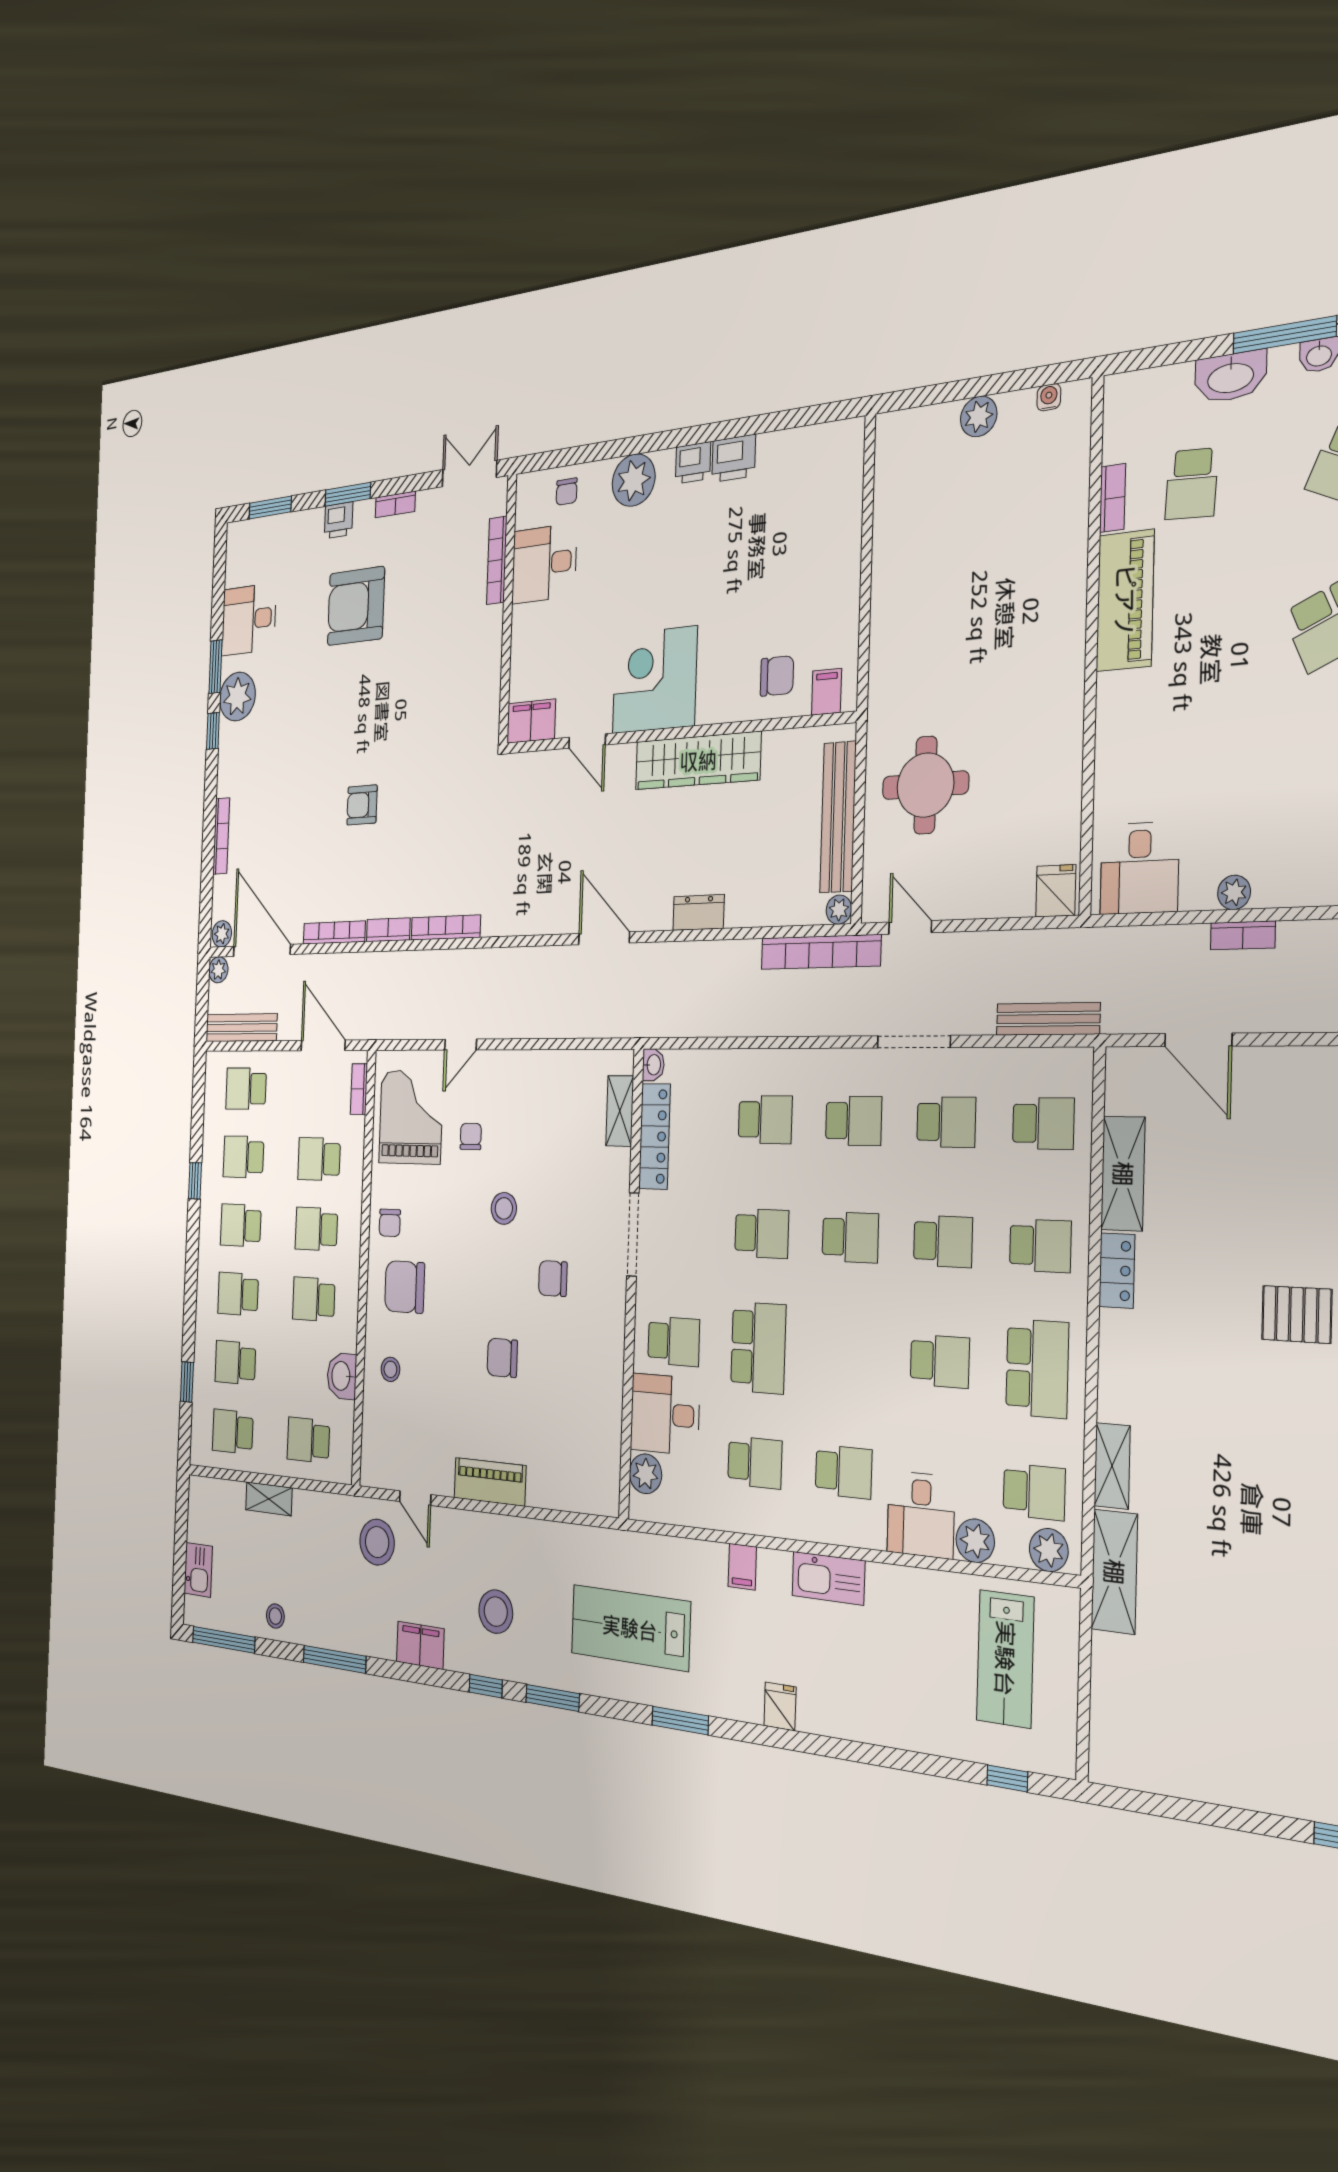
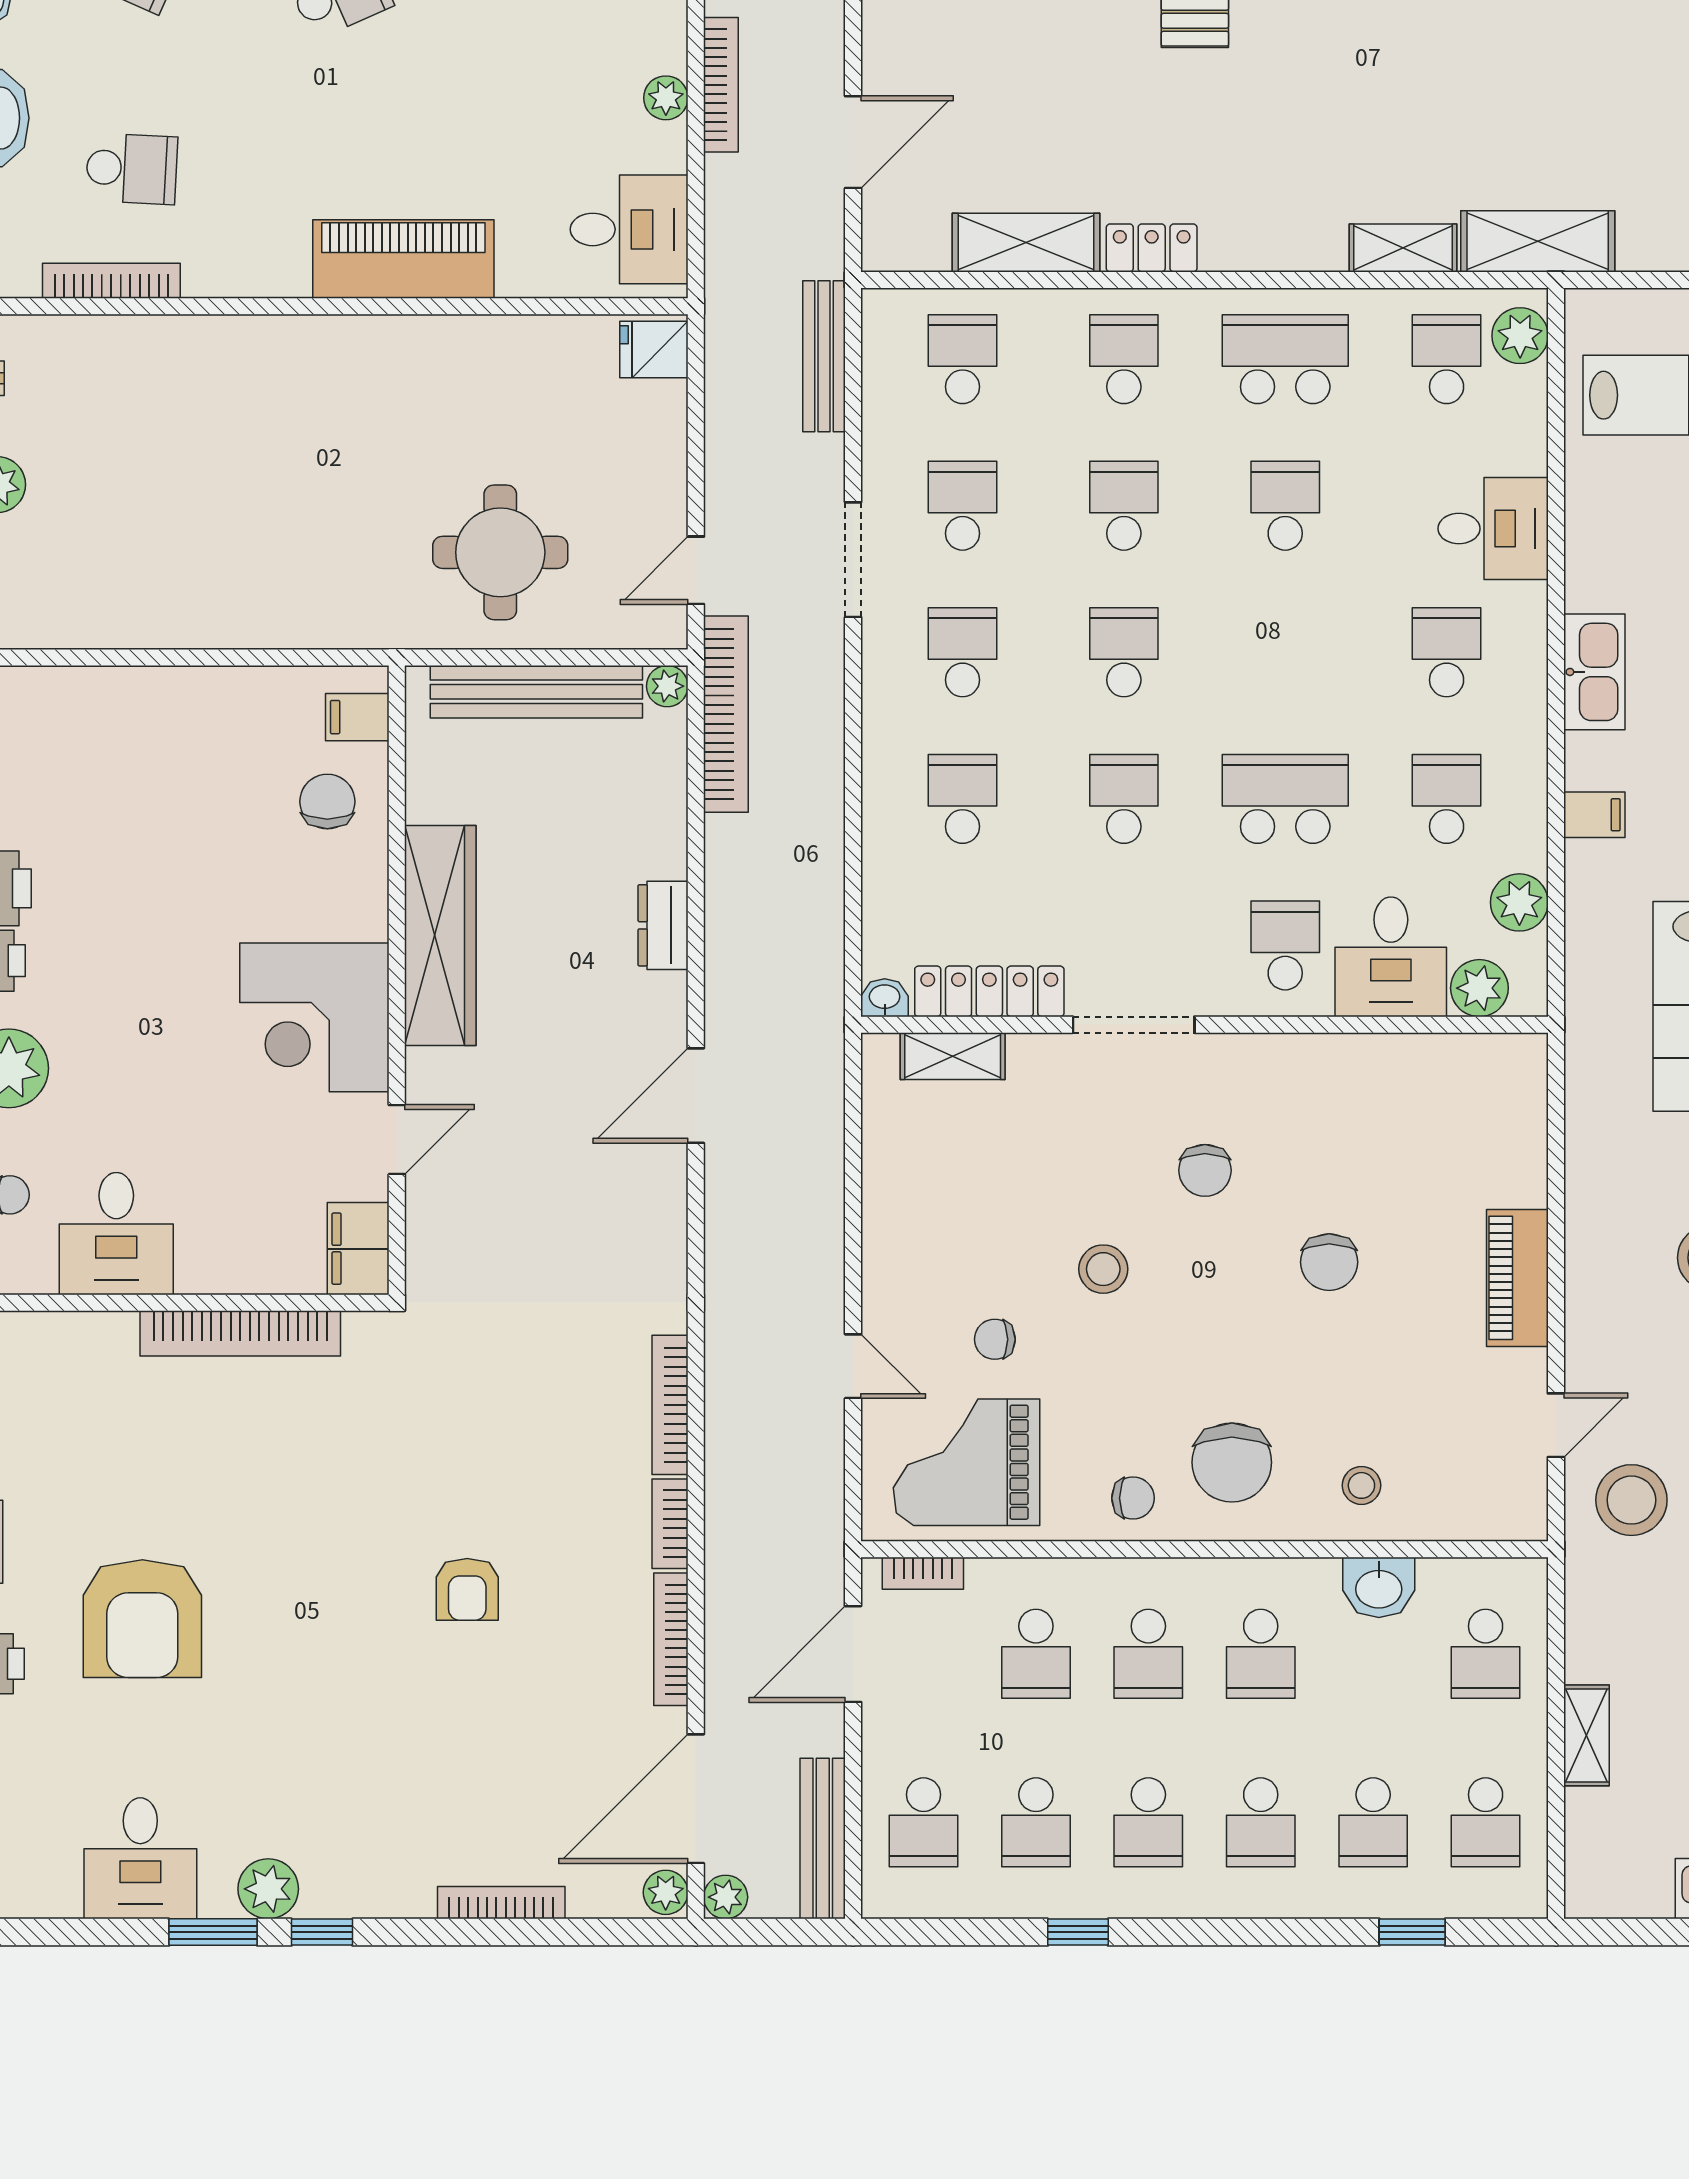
bookcase: (1113, 498) -> (111, 281), width x1.56
bookcase: (497, 560) -> (240, 1333), moved, width x1.48, depth x1.31
piano: (1125, 601) -> (403, 259), moved
plant: (237, 697) -> (268, 1889), width x0.73, depth x0.73
bookcase: (1243, 935) -> (721, 85), width x1.56
plant: (975, 1541) -> (1519, 902), moved

